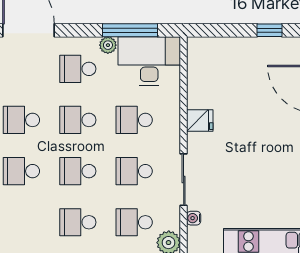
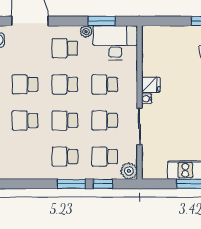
window: (130, 30) -> (102, 21), width x0.69
water cooler: (194, 218) -> (147, 99), moved

